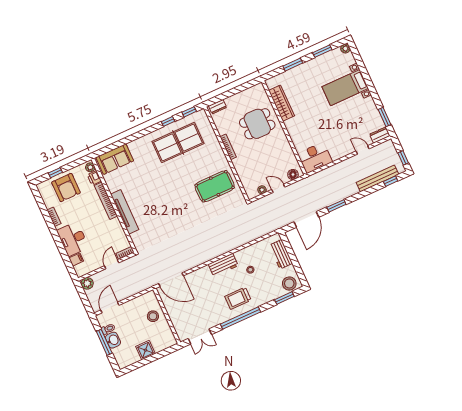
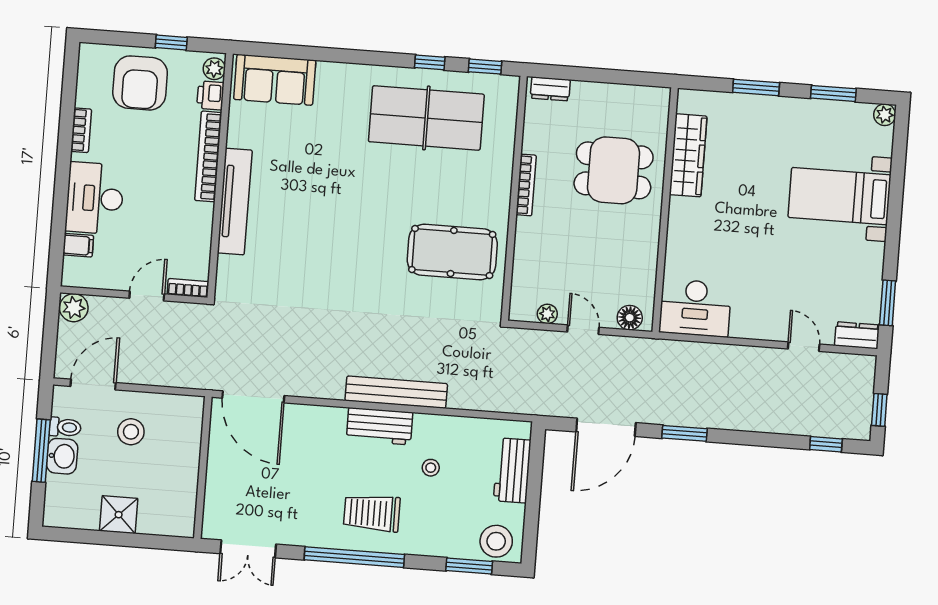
window: (55, 173) -> (171, 42), moved
bench: (377, 178) -> (396, 392), moved
stool: (153, 316) -> (131, 432), moved

